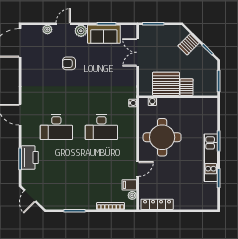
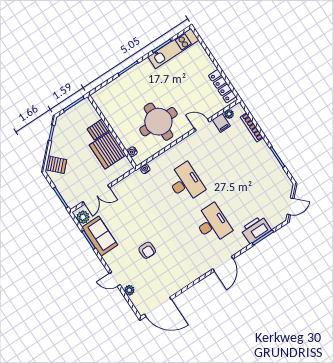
plant: (81, 31) -> (83, 217), moved
server rack: (189, 44) -> (56, 165), moved
kitchen unit: (211, 158) -> (173, 49), moved

